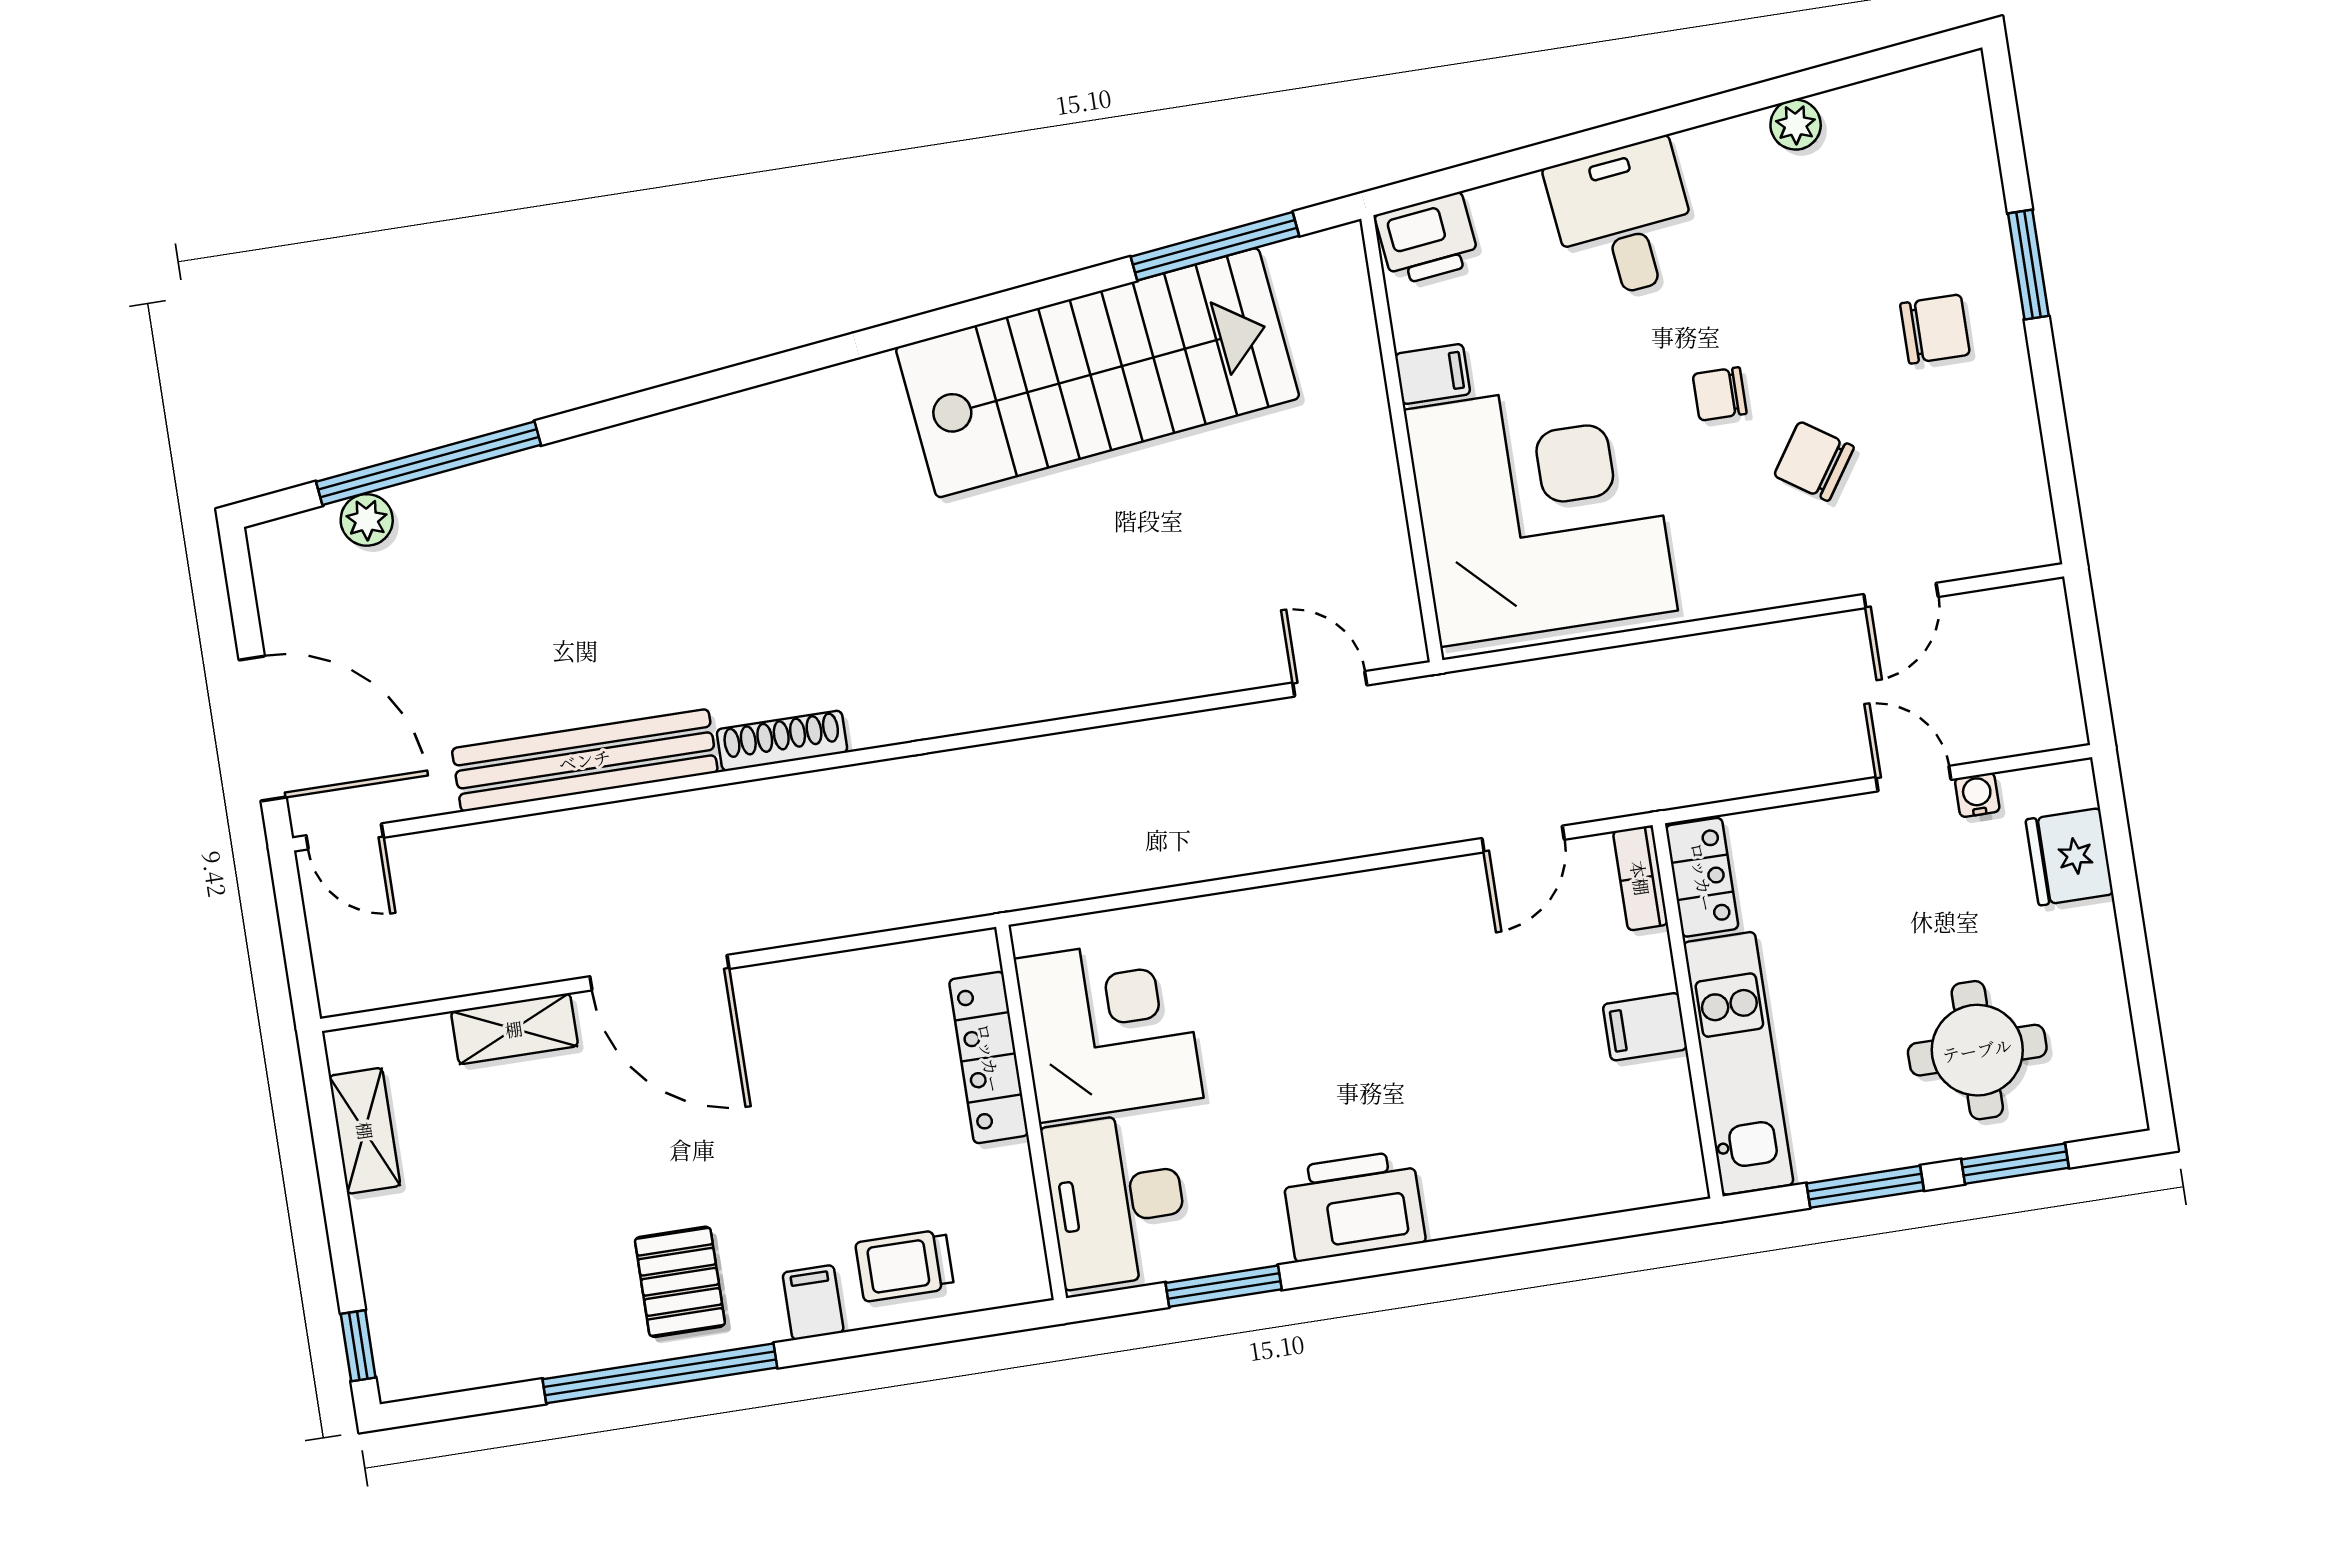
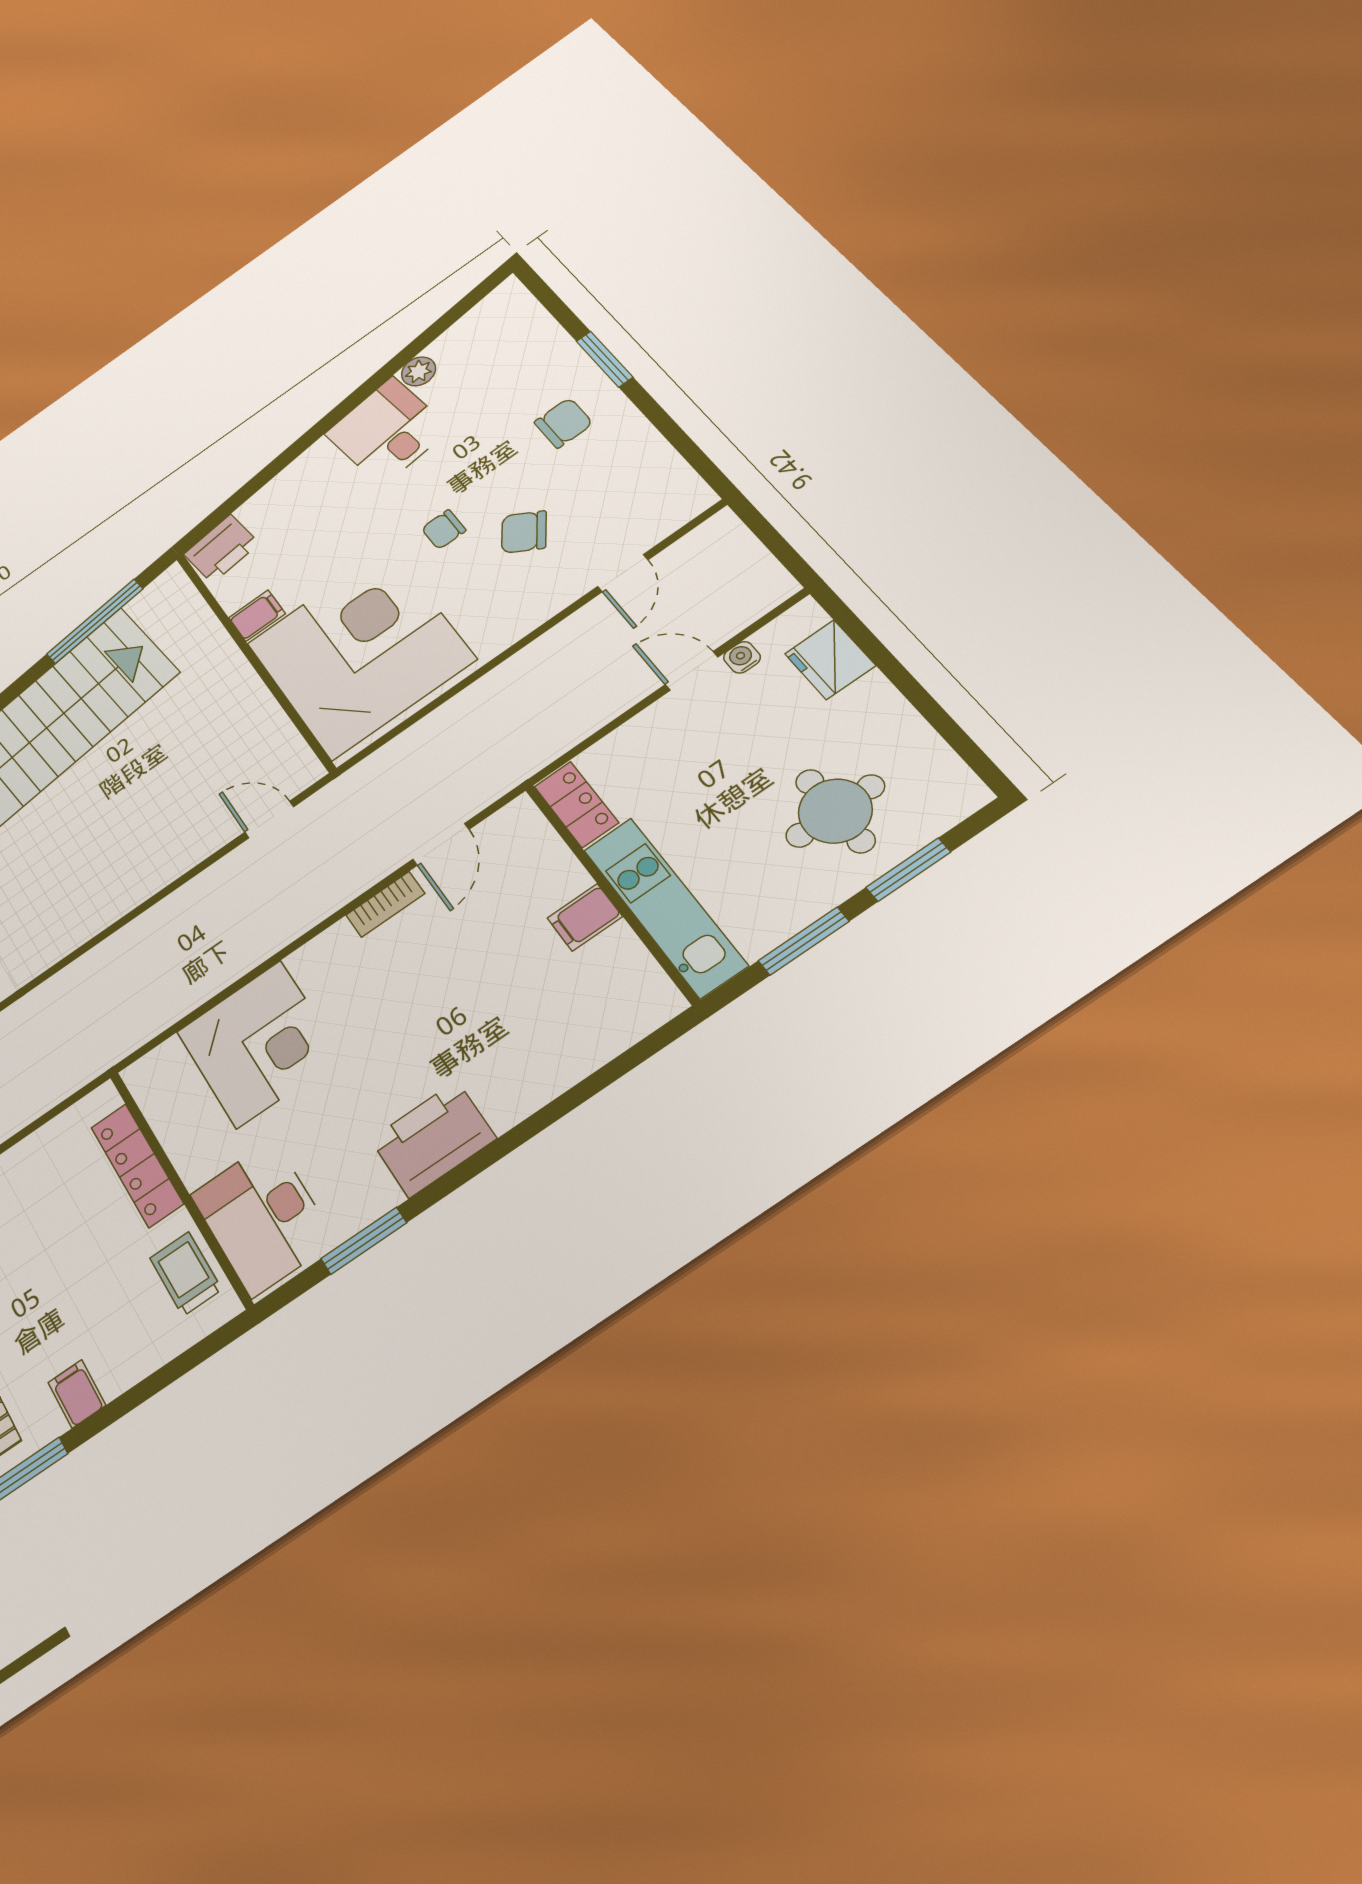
desk: (1623, 220) -> (387, 431), moved
bookcase: (1640, 878) -> (385, 904), moved, turned -90
corner desk: (1109, 1028) -> (259, 1044), moved, turned 90
trolley: (905, 1265) -> (186, 1274), moved, turned 90

